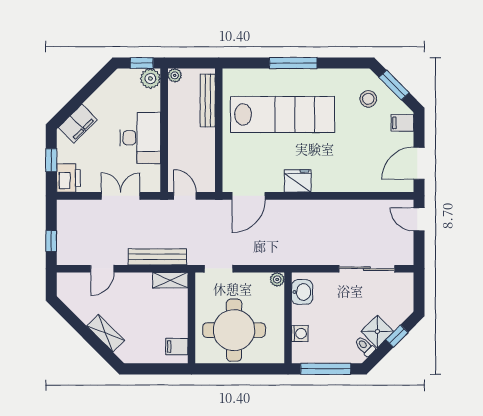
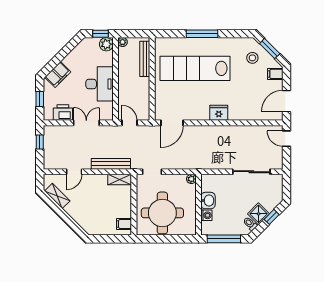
lab bench: (283, 114) -> (195, 68), turned 180
printer: (69, 178) -> (63, 113), moved, turned -90
fridge: (298, 181) -> (219, 113), moved
window: (51, 241) -> (40, 142), moved
washbasin: (302, 292) -> (208, 201), moved
shelving: (106, 333) -> (57, 196), moved

